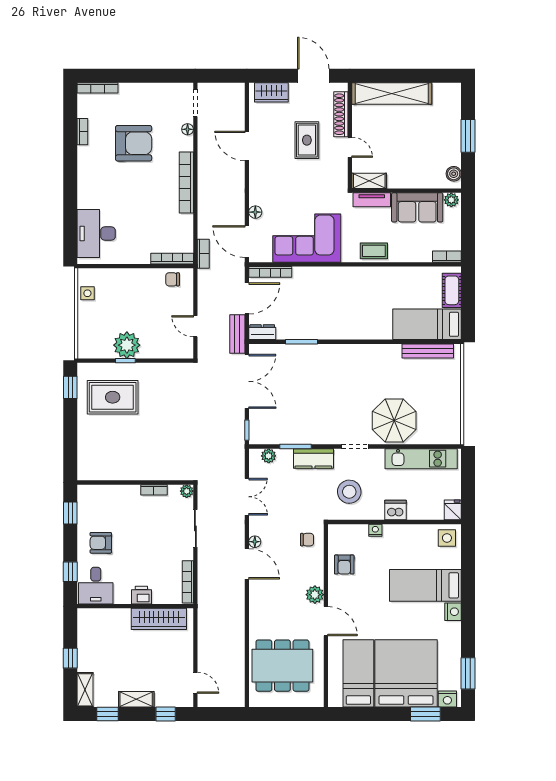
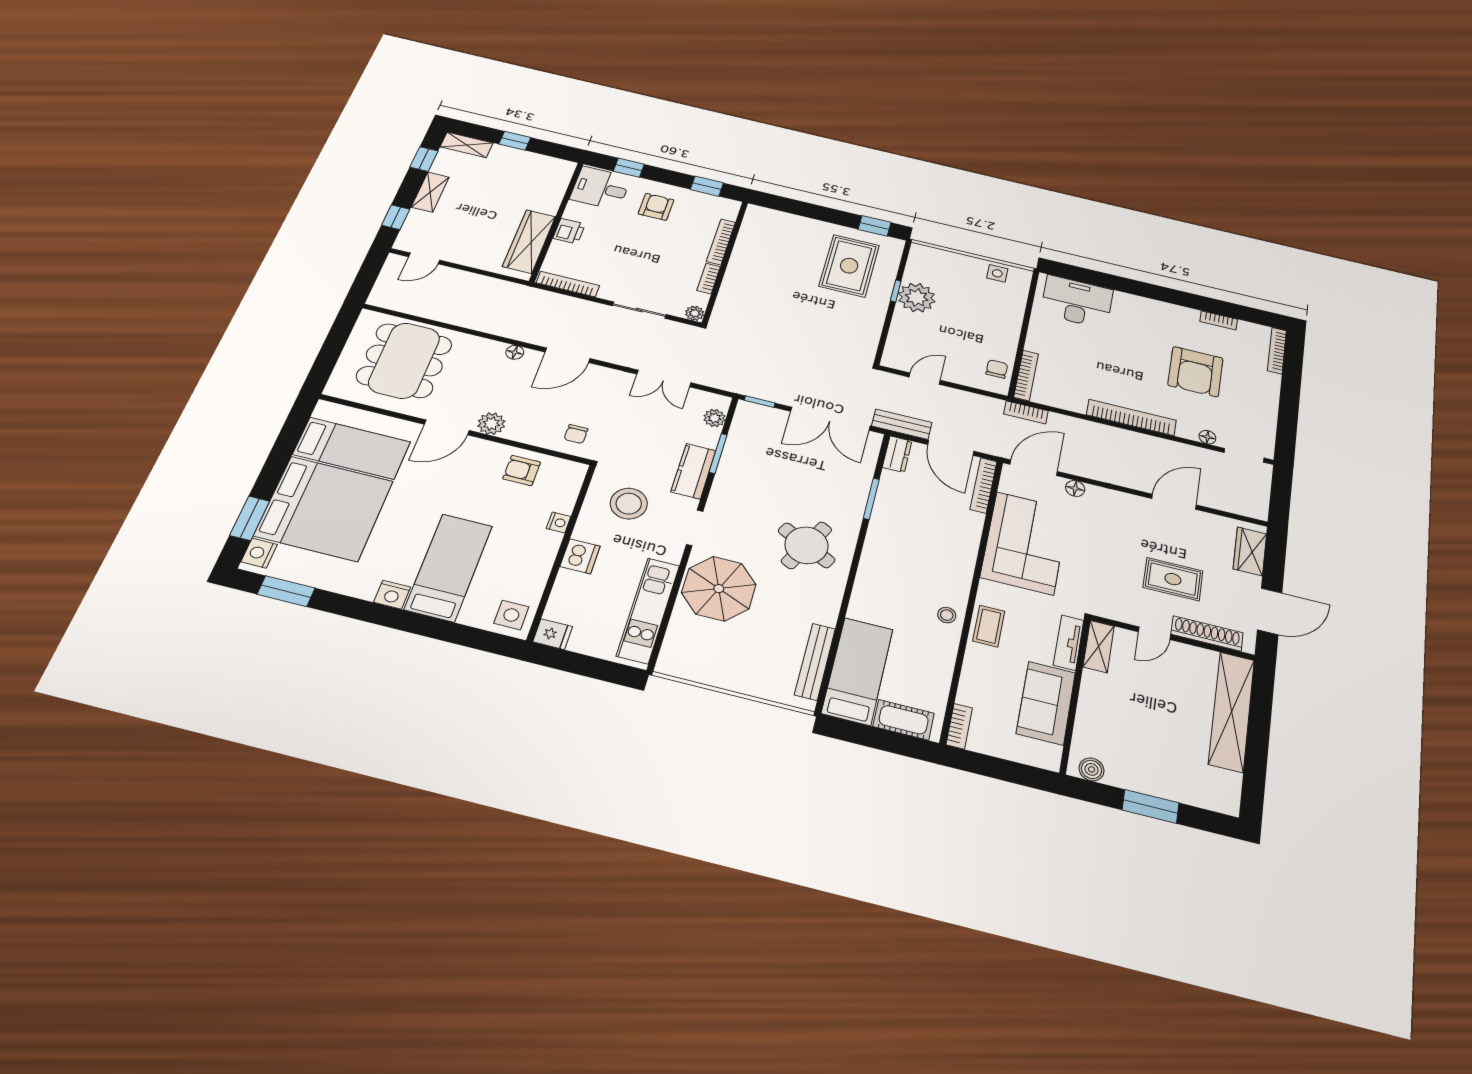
plant: (451, 200) -> (1050, 755), removed
stool: (373, 278) -> (947, 615), added
round table: (348, 375) -> (807, 545), added
bookcase: (119, 490) -> (721, 242), added
floor lamp: (255, 542) -> (515, 352), moved

